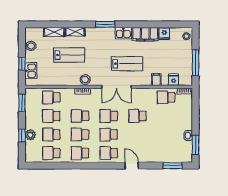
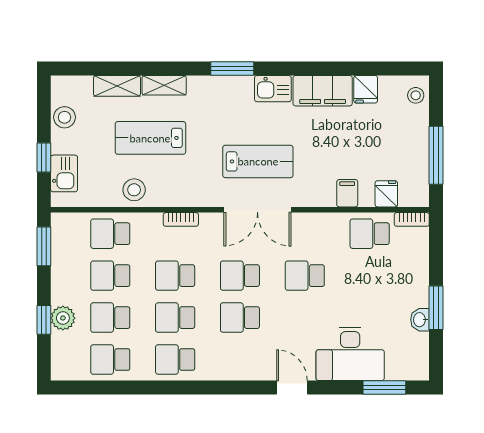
lab bench: (69, 55) -> (150, 138), turned 180
lab bench: (127, 64) -> (258, 161), moved
stool: (85, 80) -> (134, 190), moved
window: (195, 145) -> (436, 308), moved
desk: (157, 151) -> (350, 354), added
school desk: (109, 153) -> (240, 360), removed

